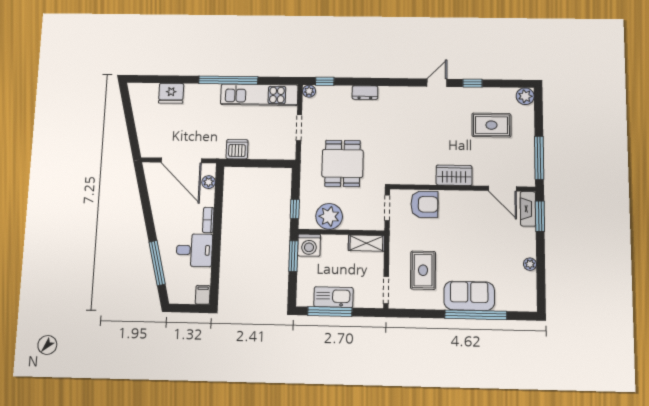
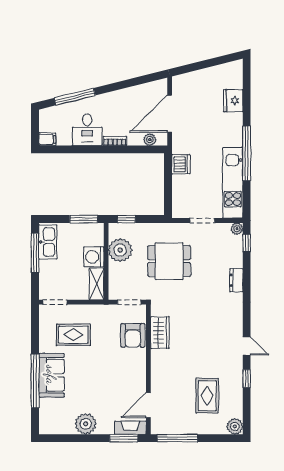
wardrobe: (454, 175) -> (160, 333), moved
washing machine: (309, 245) -> (94, 257), moved
plant: (530, 264) -> (86, 424), width x1.88, depth x1.88
kitchen sink: (333, 297) -> (48, 242), moved

